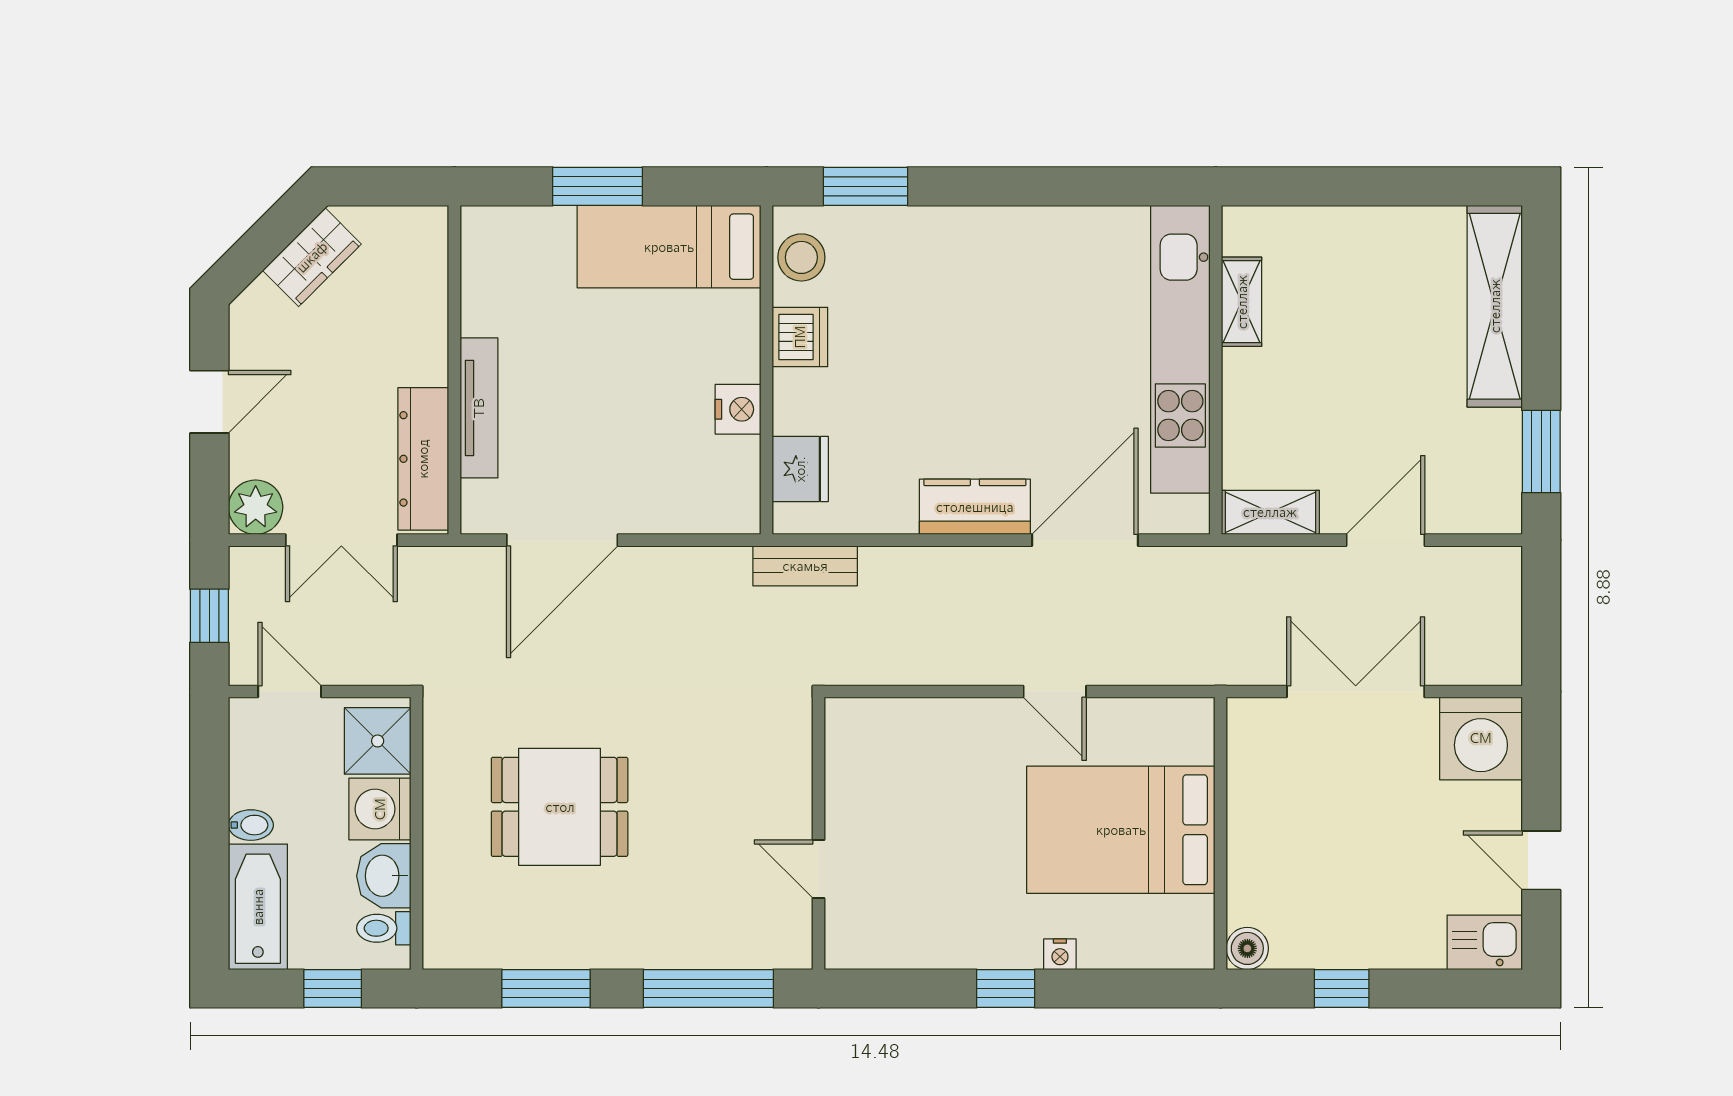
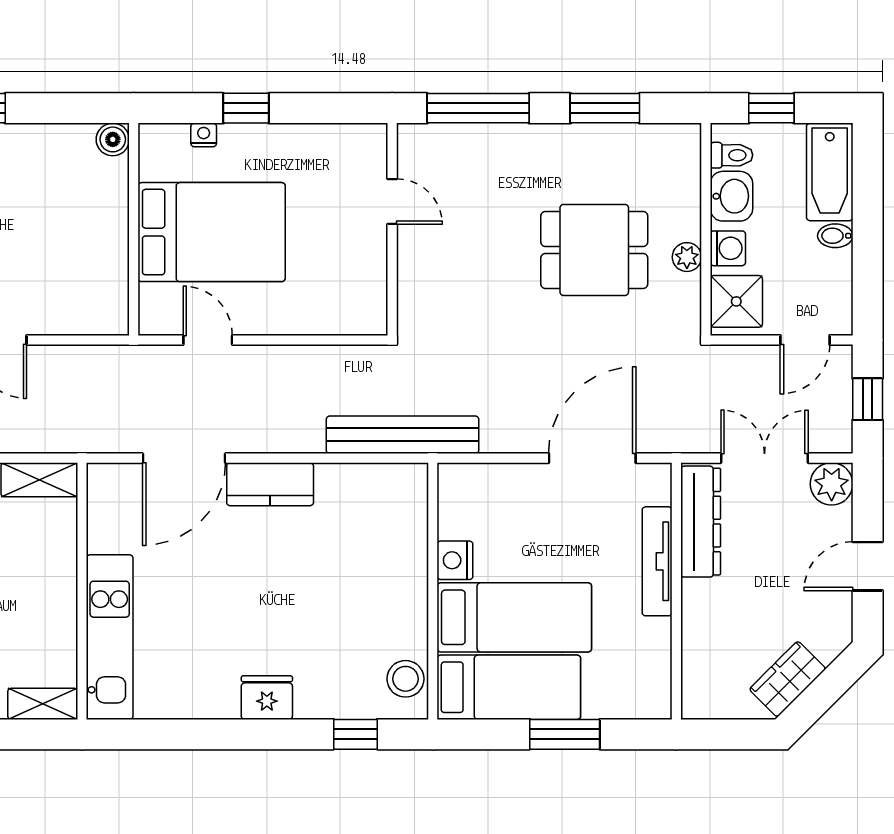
window: (866, 186) -> (355, 734), width x0.67
shelving: (1242, 302) -> (43, 704), moved, turned 90
bed: (662, 336) -> (514, 617), added
dishwasher: (800, 337) -> (407, 617), removed
kitchen unit: (1180, 349) -> (110, 637), width x0.73
fridge: (800, 469) -> (267, 698), moved, turned 90
bench: (805, 566) -> (403, 435), width x1.86, depth x1.21
door: (290, 691) -> (805, 340), hinge flipped
plant: (441, 798) -> (687, 257), added
washing machine: (380, 809) -> (728, 248), width x0.73, depth x0.73
bed: (1121, 830) -> (212, 232), moved
wall: (1221, 833) -> (134, 229), moved
boiler: (1247, 948) -> (113, 139), moved

